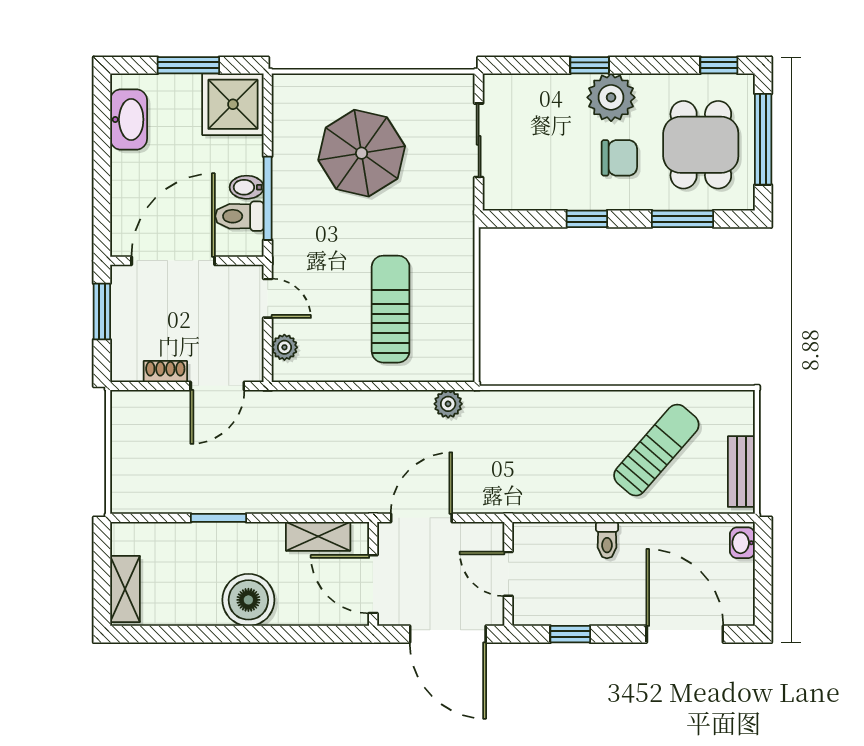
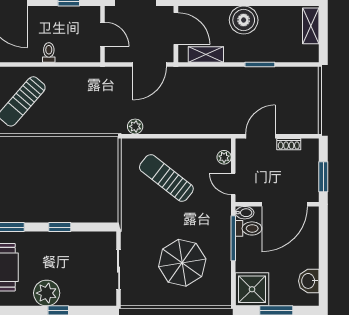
washbasin: (129, 119) -> (309, 281), width x0.72
chair: (619, 158) -> (42, 260), removed
bidet: (247, 187) -> (245, 213), moved
sun lounger: (391, 309) -> (166, 178), turned 128

